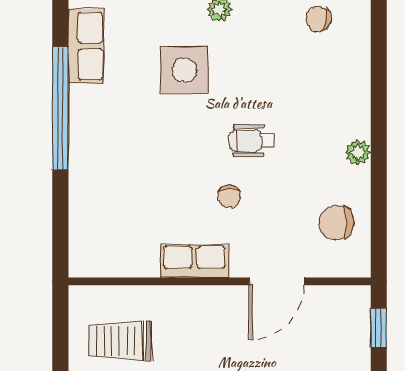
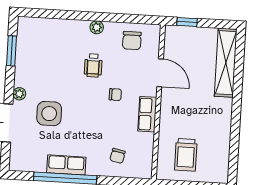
chair: (319, 19) -> (118, 156), moved
row of seats: (86, 46) -> (66, 165), moved
wheelchair: (252, 141) -> (93, 65), moved

